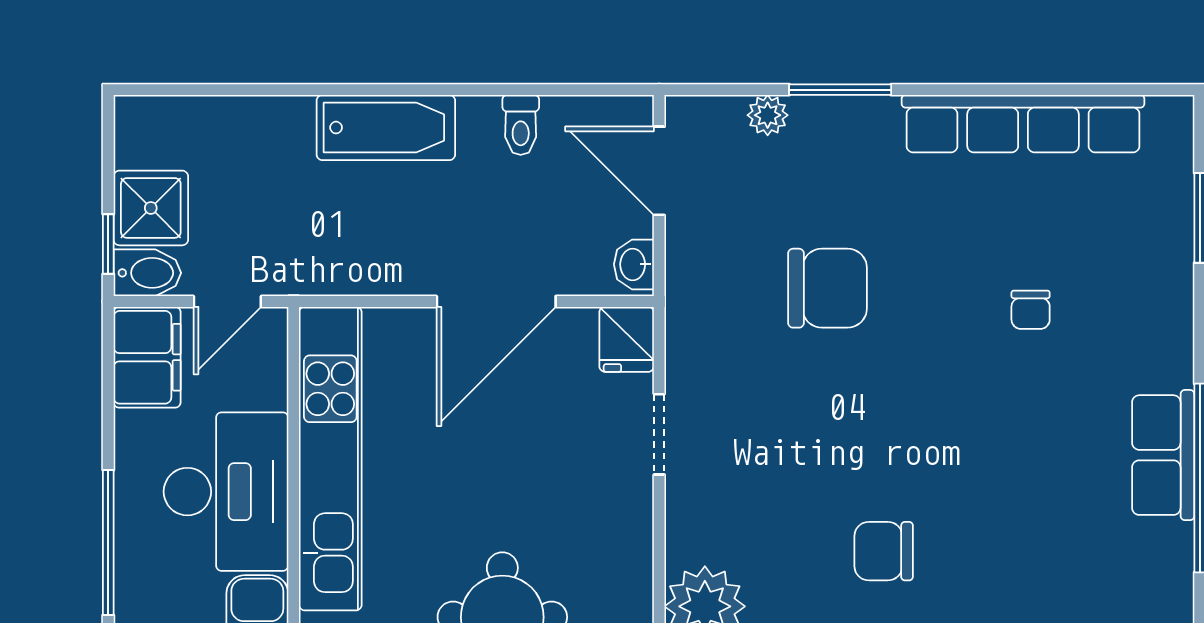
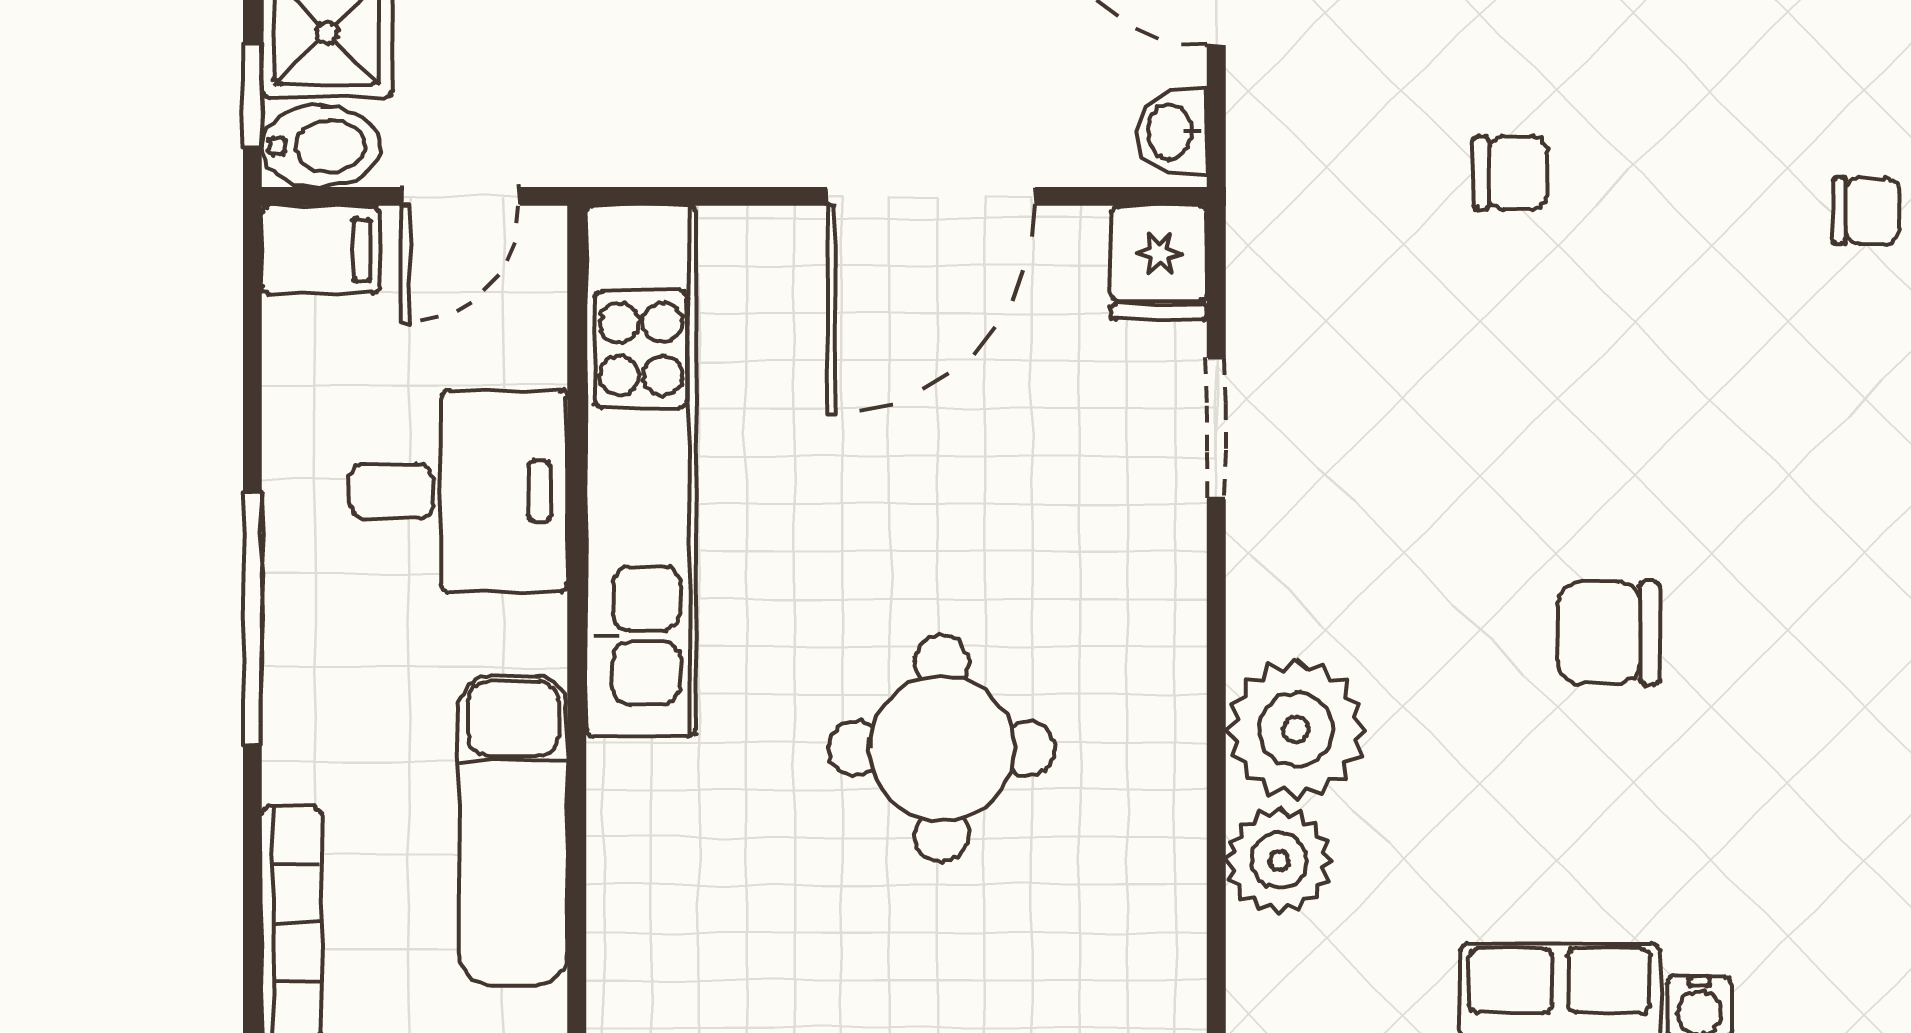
chair: (828, 288) -> (1511, 173), width x0.54, depth x0.54
chair: (1031, 310) -> (1866, 211), turned -90
filing cabinet: (147, 357) -> (320, 250), width x0.50
desk: (226, 492) -> (458, 491), width x0.73

